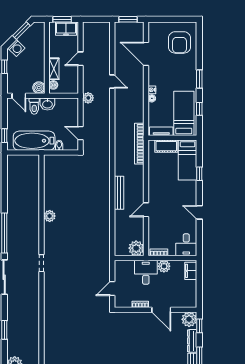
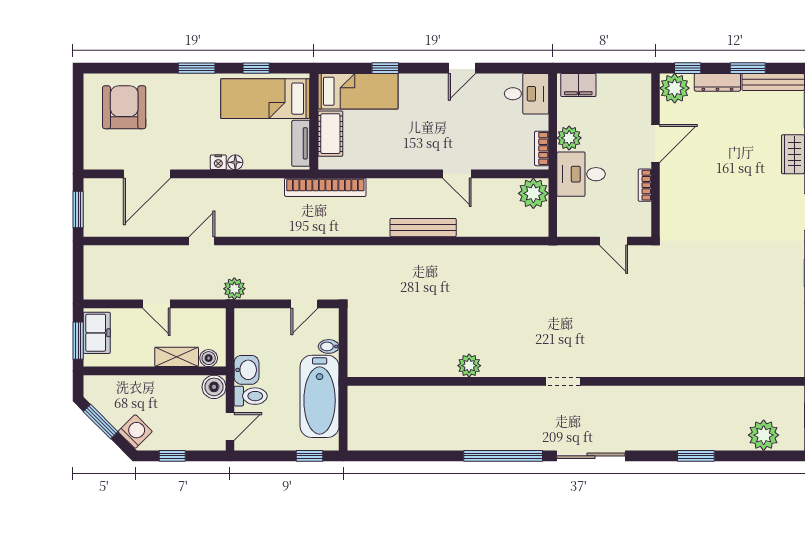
armchair: (179, 42) -> (124, 107), turned -90

